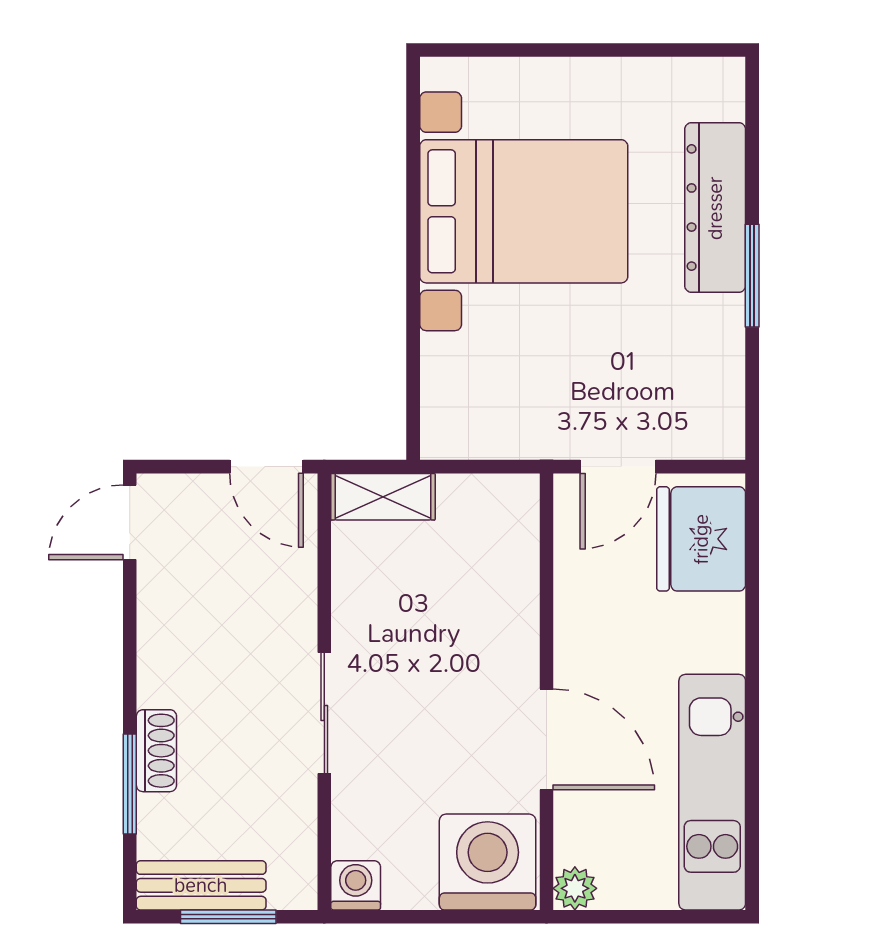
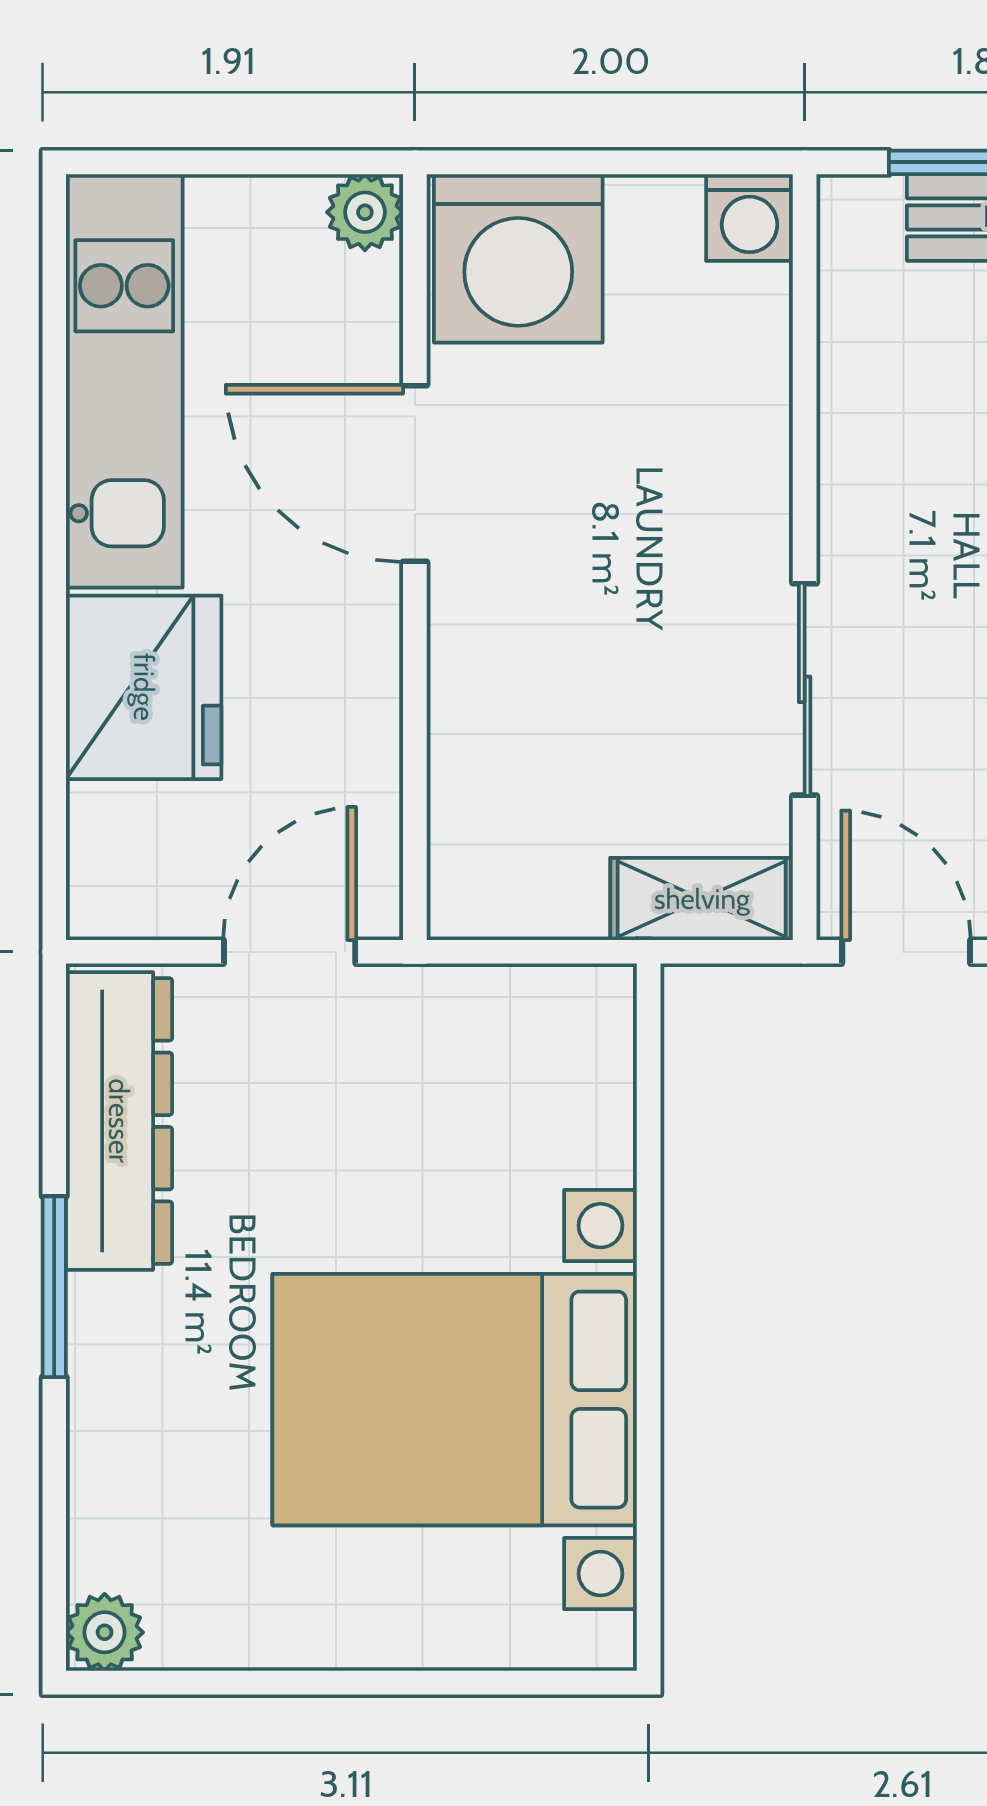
plant: (723, 79) -> (105, 1632), added
dresser: (715, 208) -> (119, 1121), moved
fridge: (701, 539) -> (144, 687), moved
sliding door: (324, 713) -> (805, 689), moved

